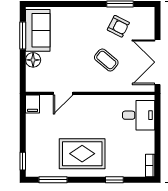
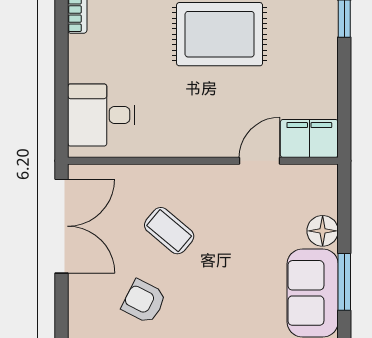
filing cabinet: (33, 104) -> (309, 139), width x2.00

